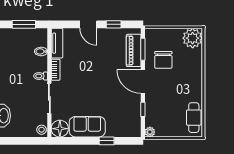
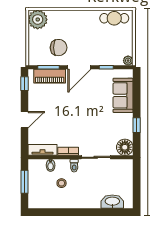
window: (114, 24) -> (24, 84), moved
sofa: (87, 127) -> (123, 95), moved
stool: (42, 130) -> (62, 183), moved
window: (107, 141) -> (137, 125), moved

